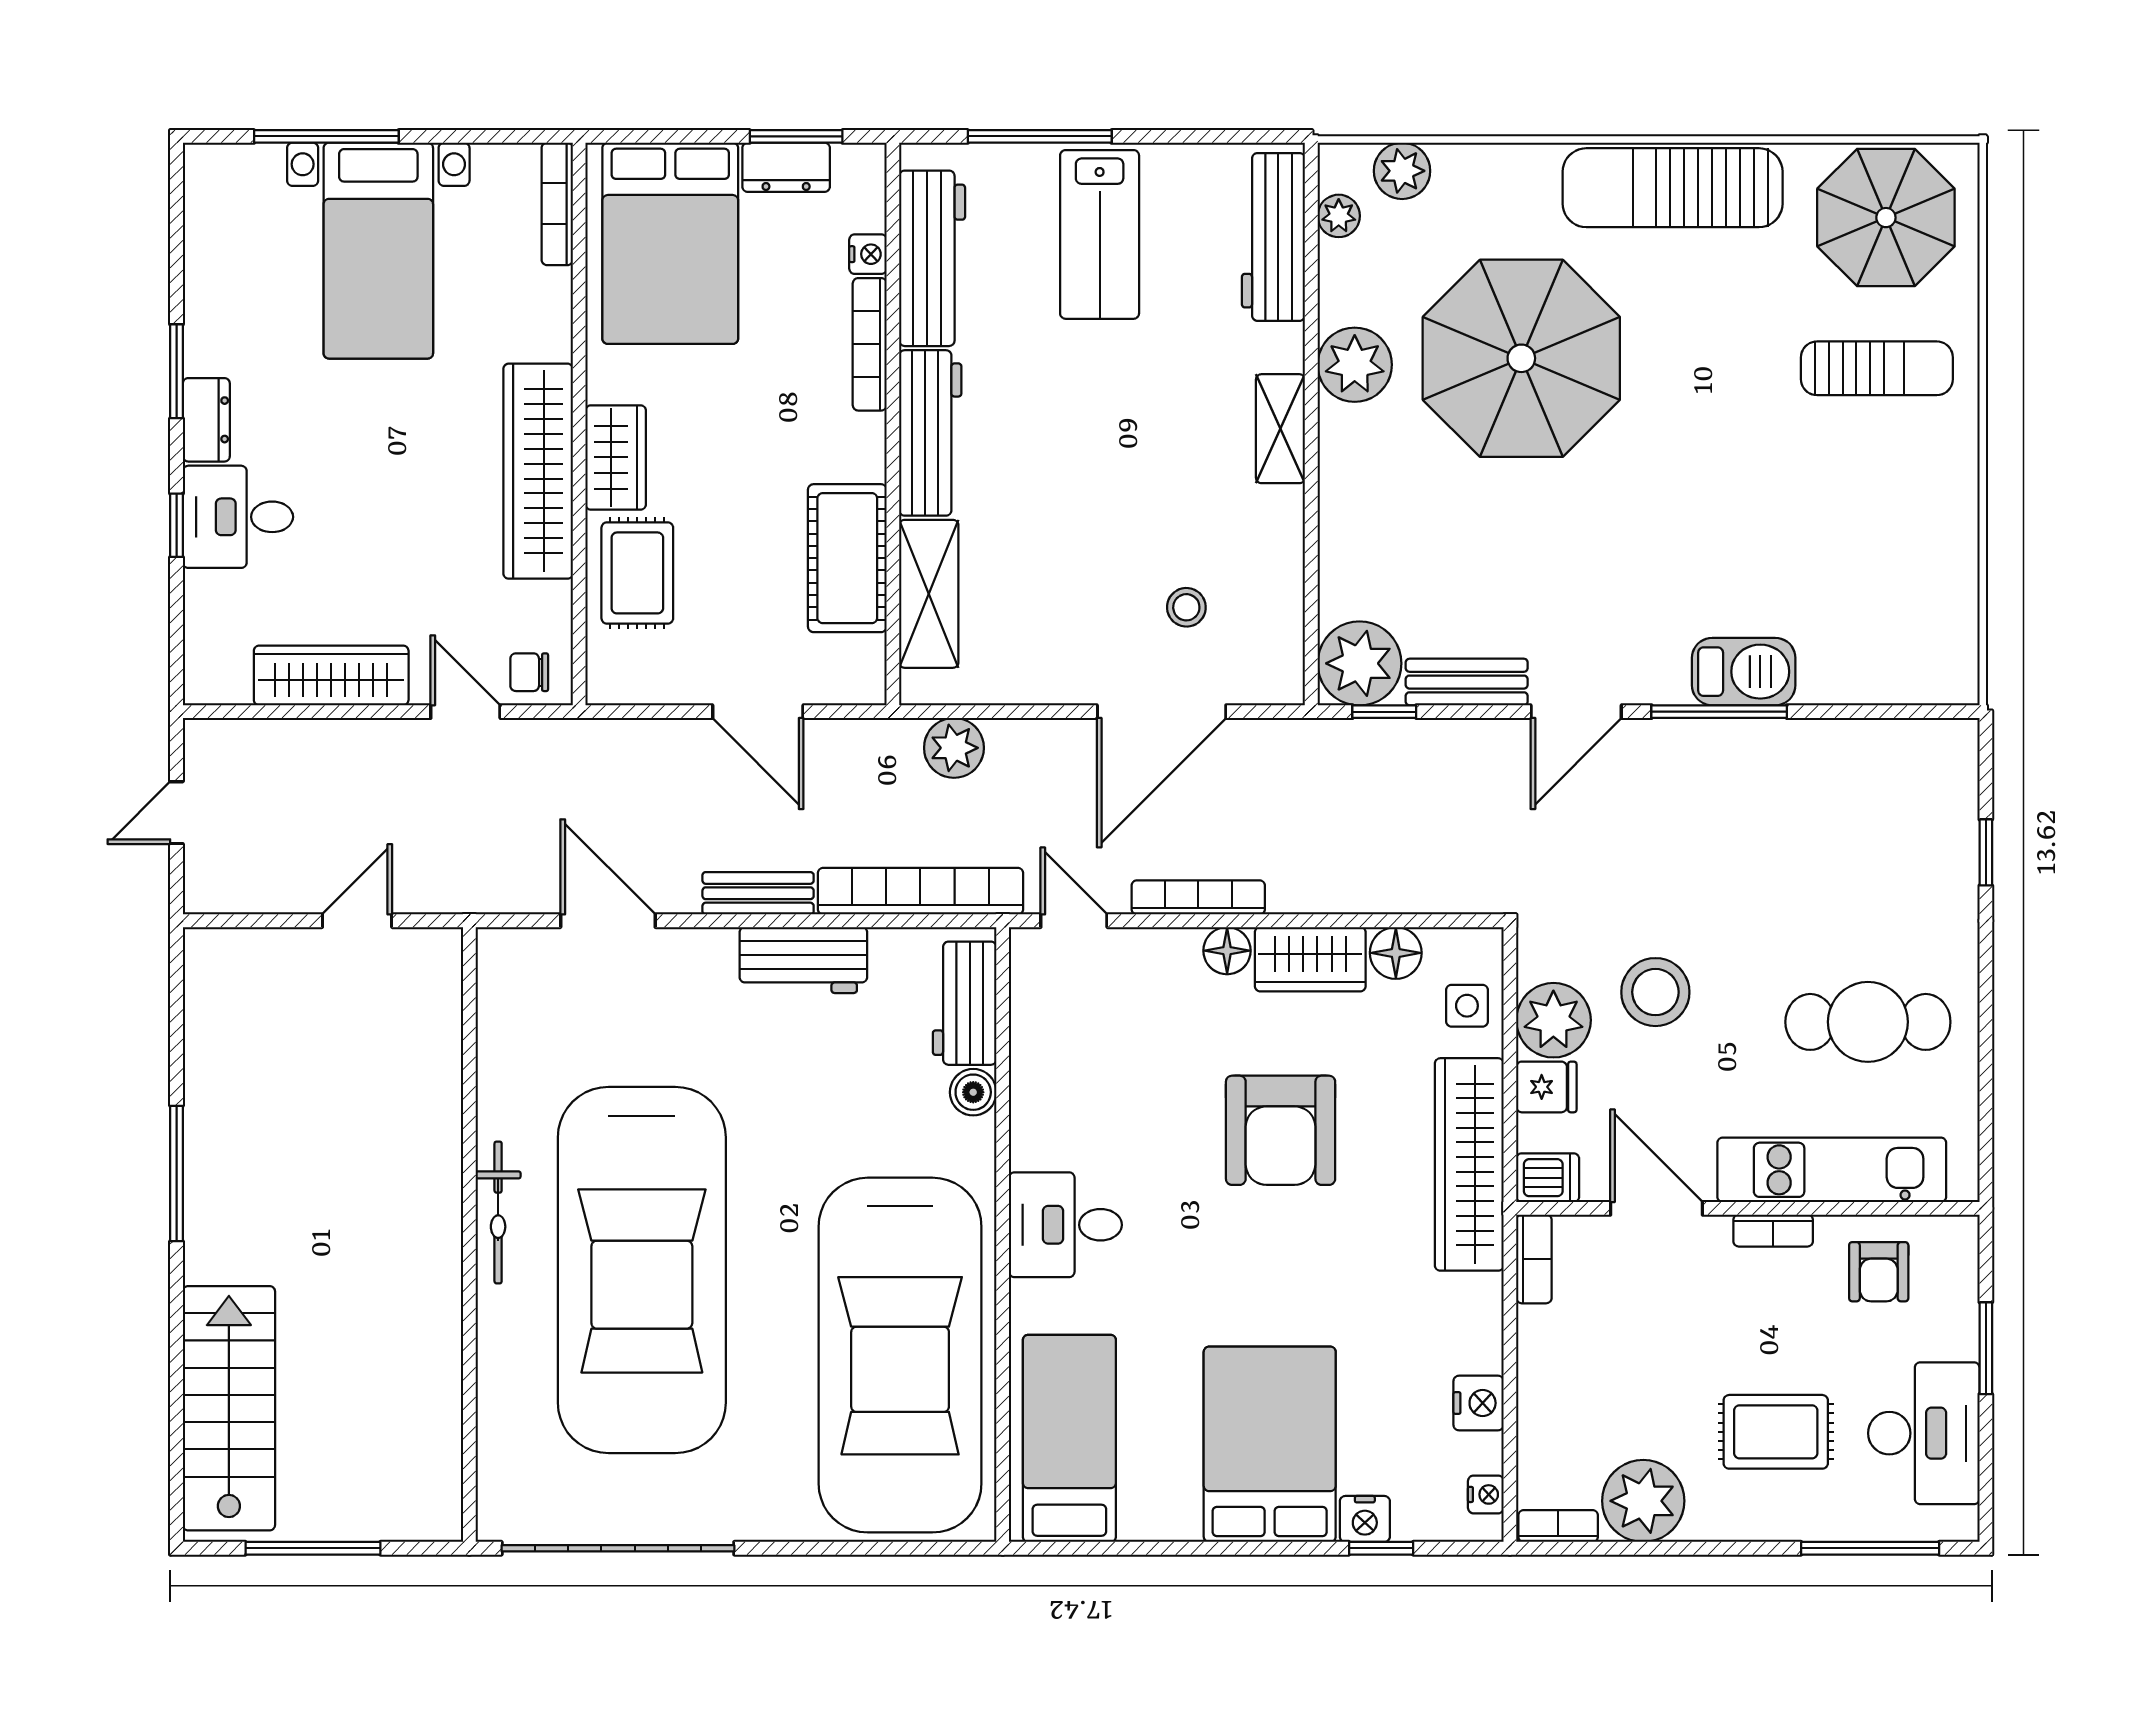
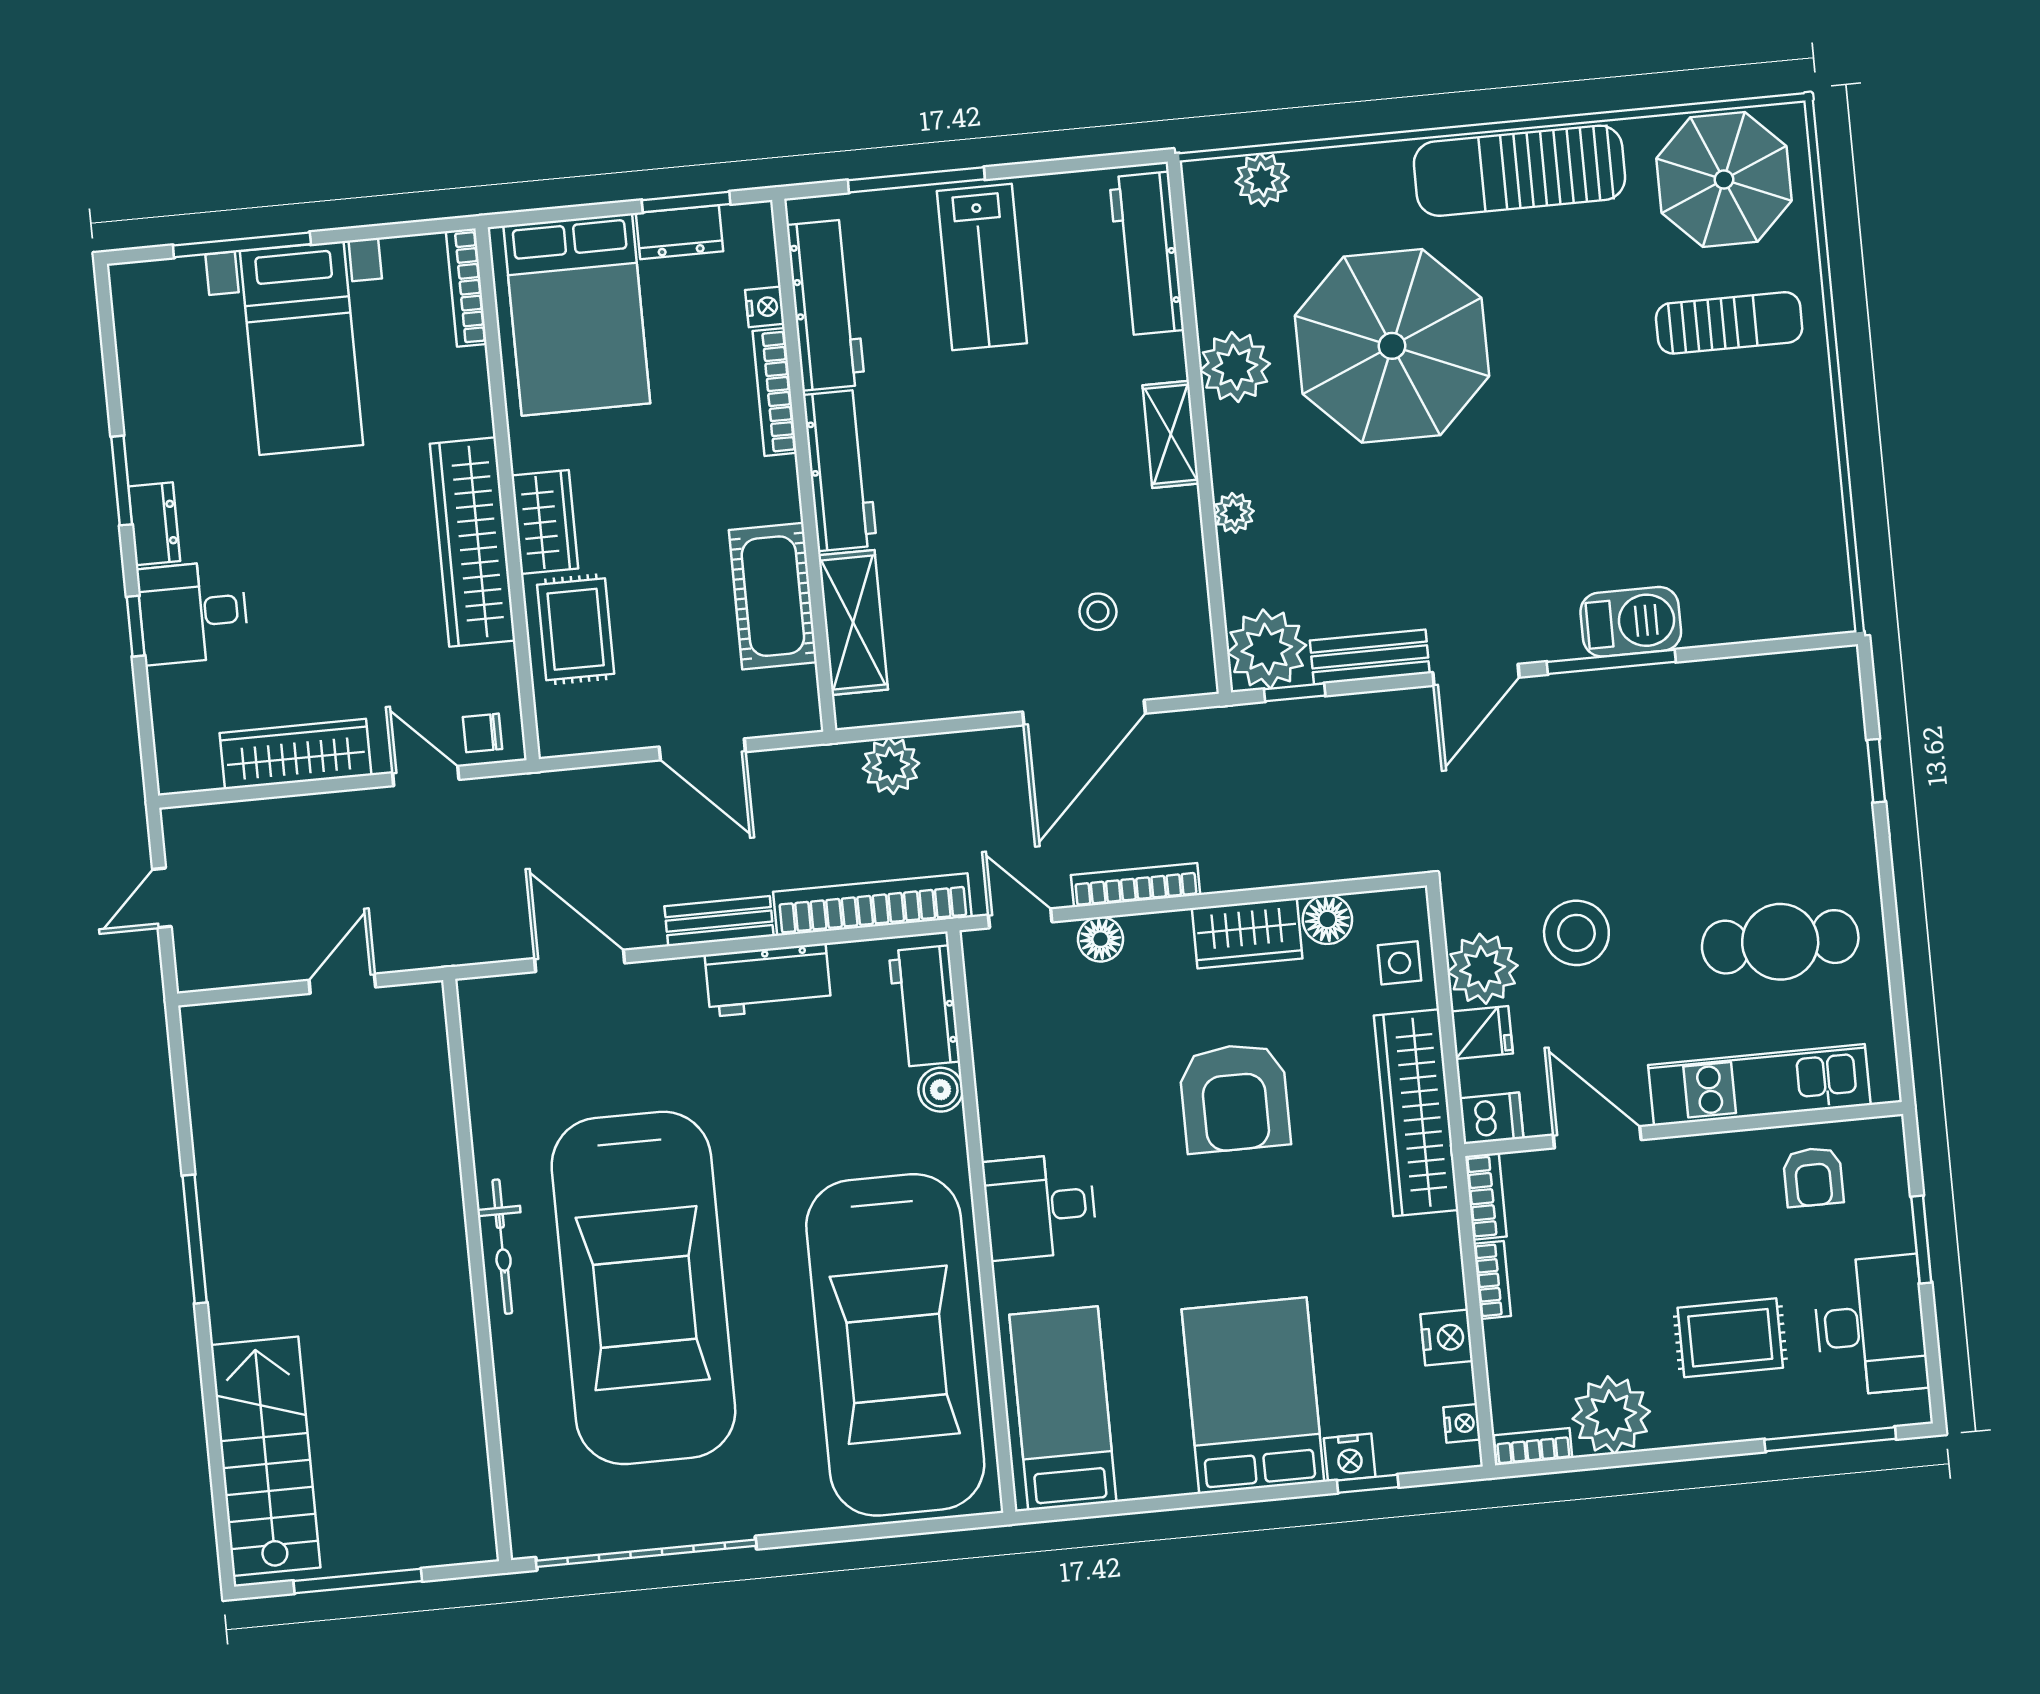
plant: (1339, 216) -> (1234, 513), moved
floor lamp: (1227, 951) -> (1101, 939), moved
bookcase: (1773, 1231) -> (1492, 1280), moved, turned -90

